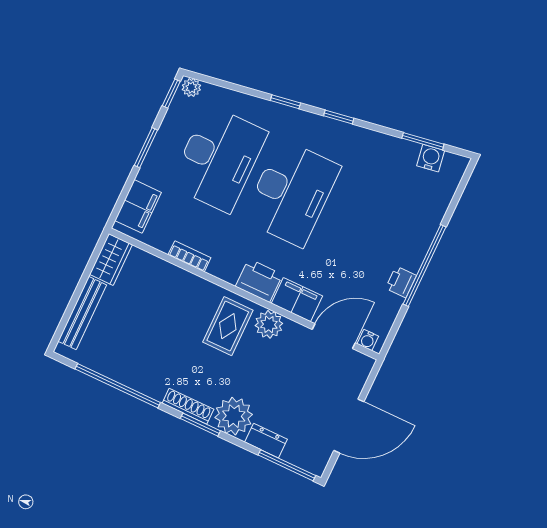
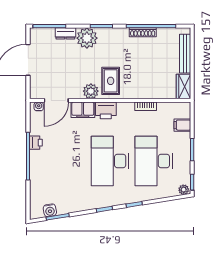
filing cabinet: (138, 206) -> (182, 125), width x0.50
shoe rack: (188, 406) -> (143, 32), moved

